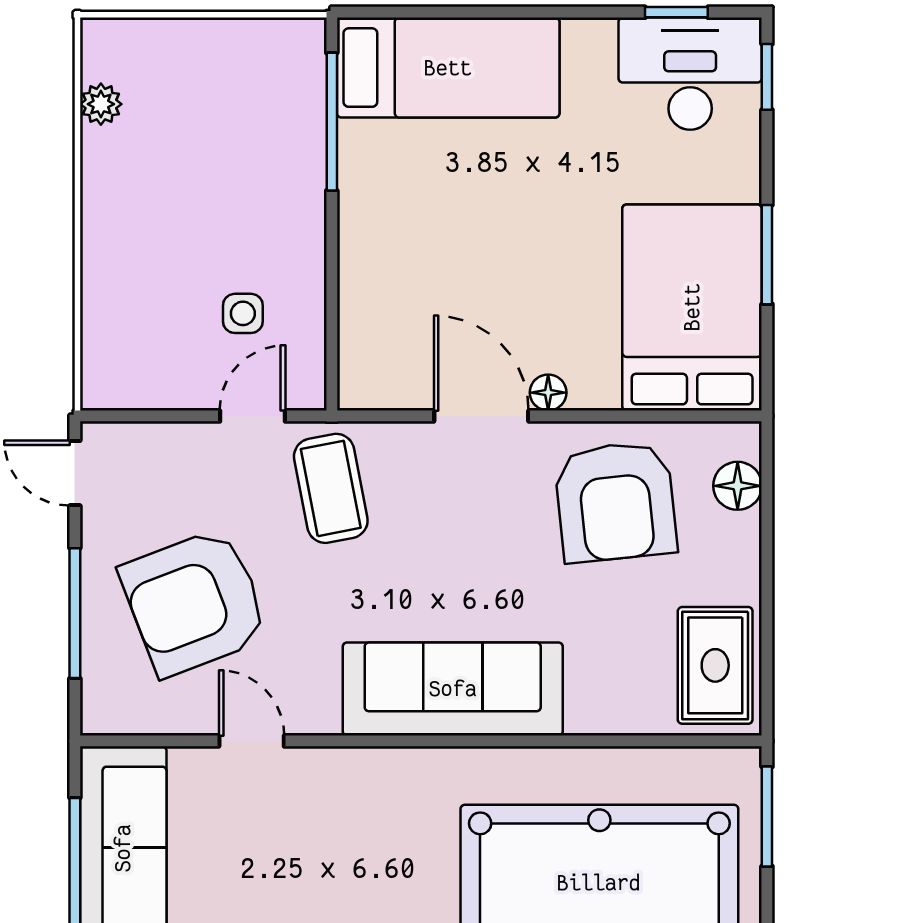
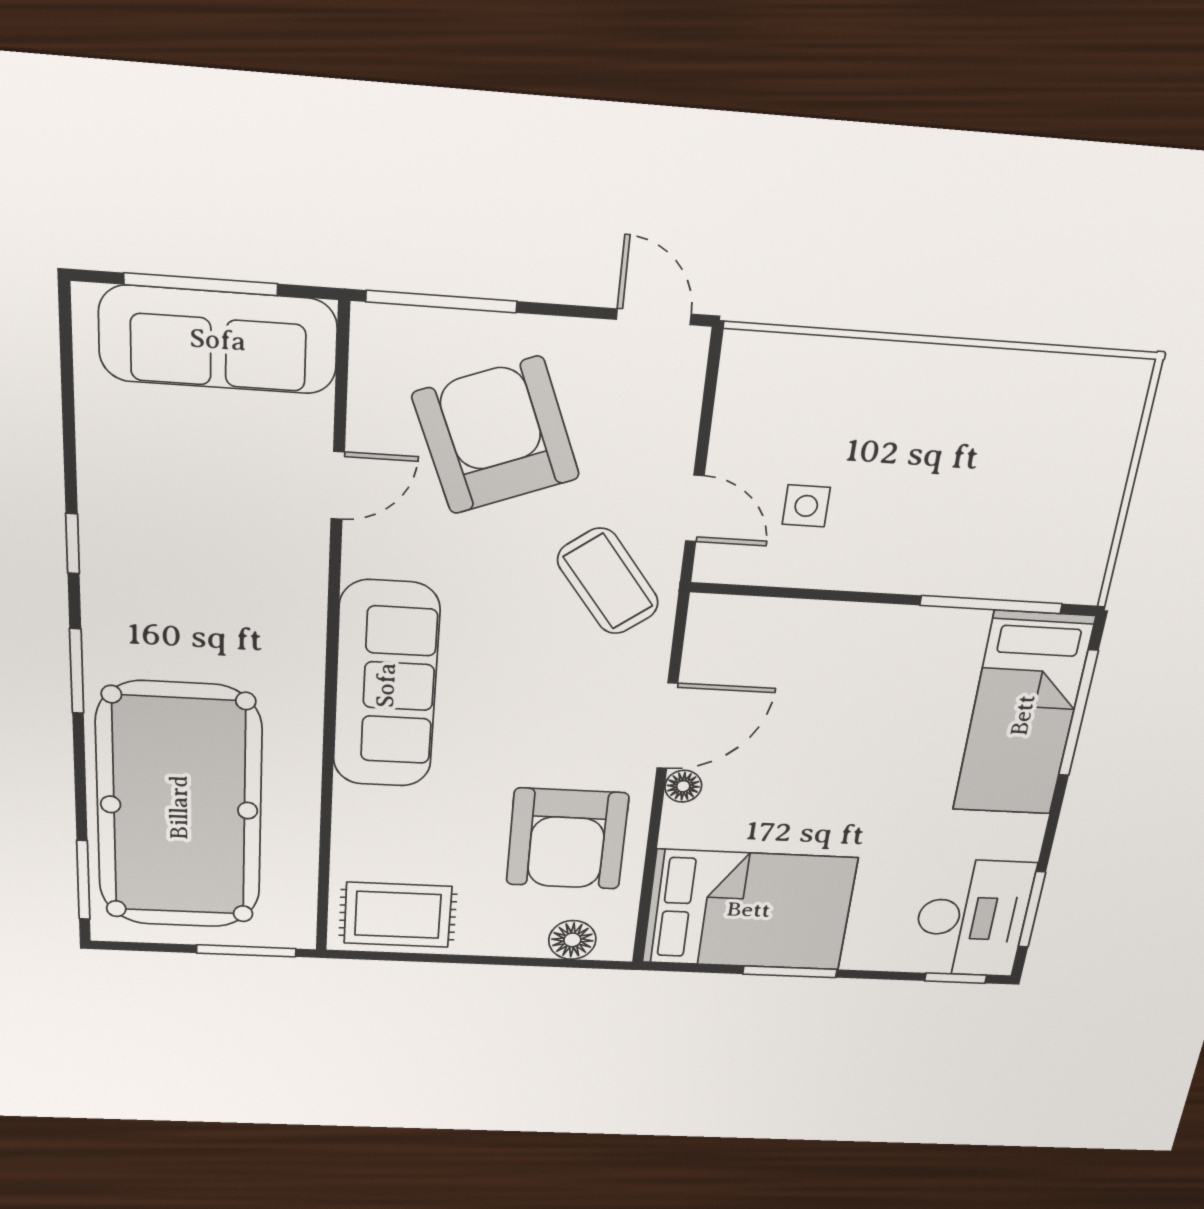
window: (444, 12) -> (1078, 713), added
window: (676, 12) -> (1032, 910), width x1.50
plant: (101, 104) -> (1058, 374), removed
door: (75, 473) -> (654, 317), hinge flipped
coffee table: (331, 488) -> (608, 581), turned 64
armchair: (616, 502) -> (567, 839), turned -84
window: (75, 613) -> (442, 301), moved

